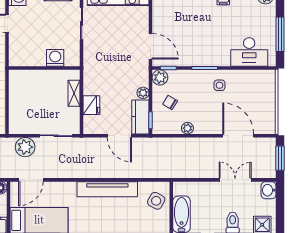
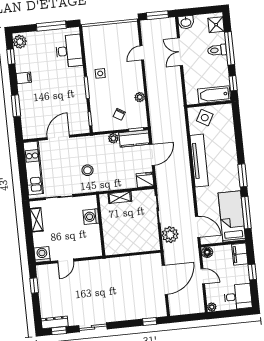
door: (151, 46) -> (58, 137), moved
stool: (109, 59) -> (87, 170), added
plant: (160, 77) -> (99, 125), removed
fridge: (91, 105) -> (145, 180), moved
door: (238, 136) -> (142, 53), width x0.53

